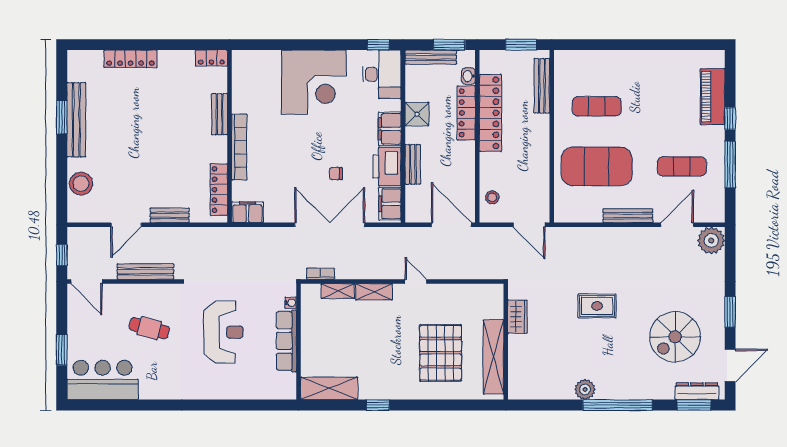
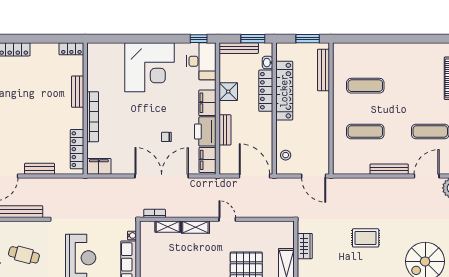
exercise mat: (597, 166) -> (365, 131), width x0.50, depth x0.69

